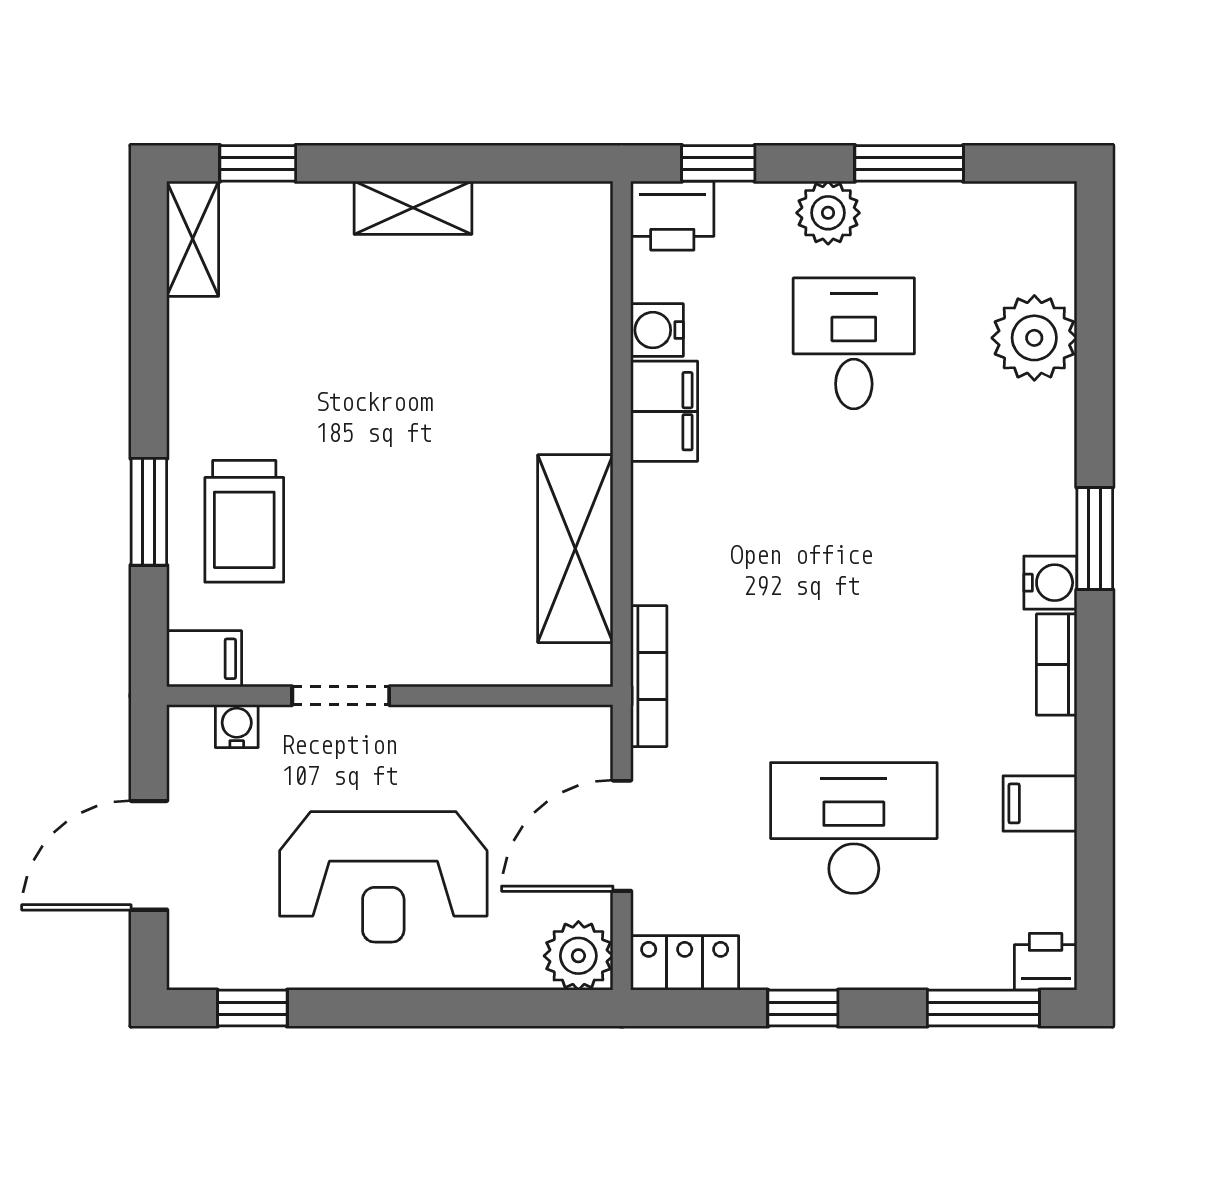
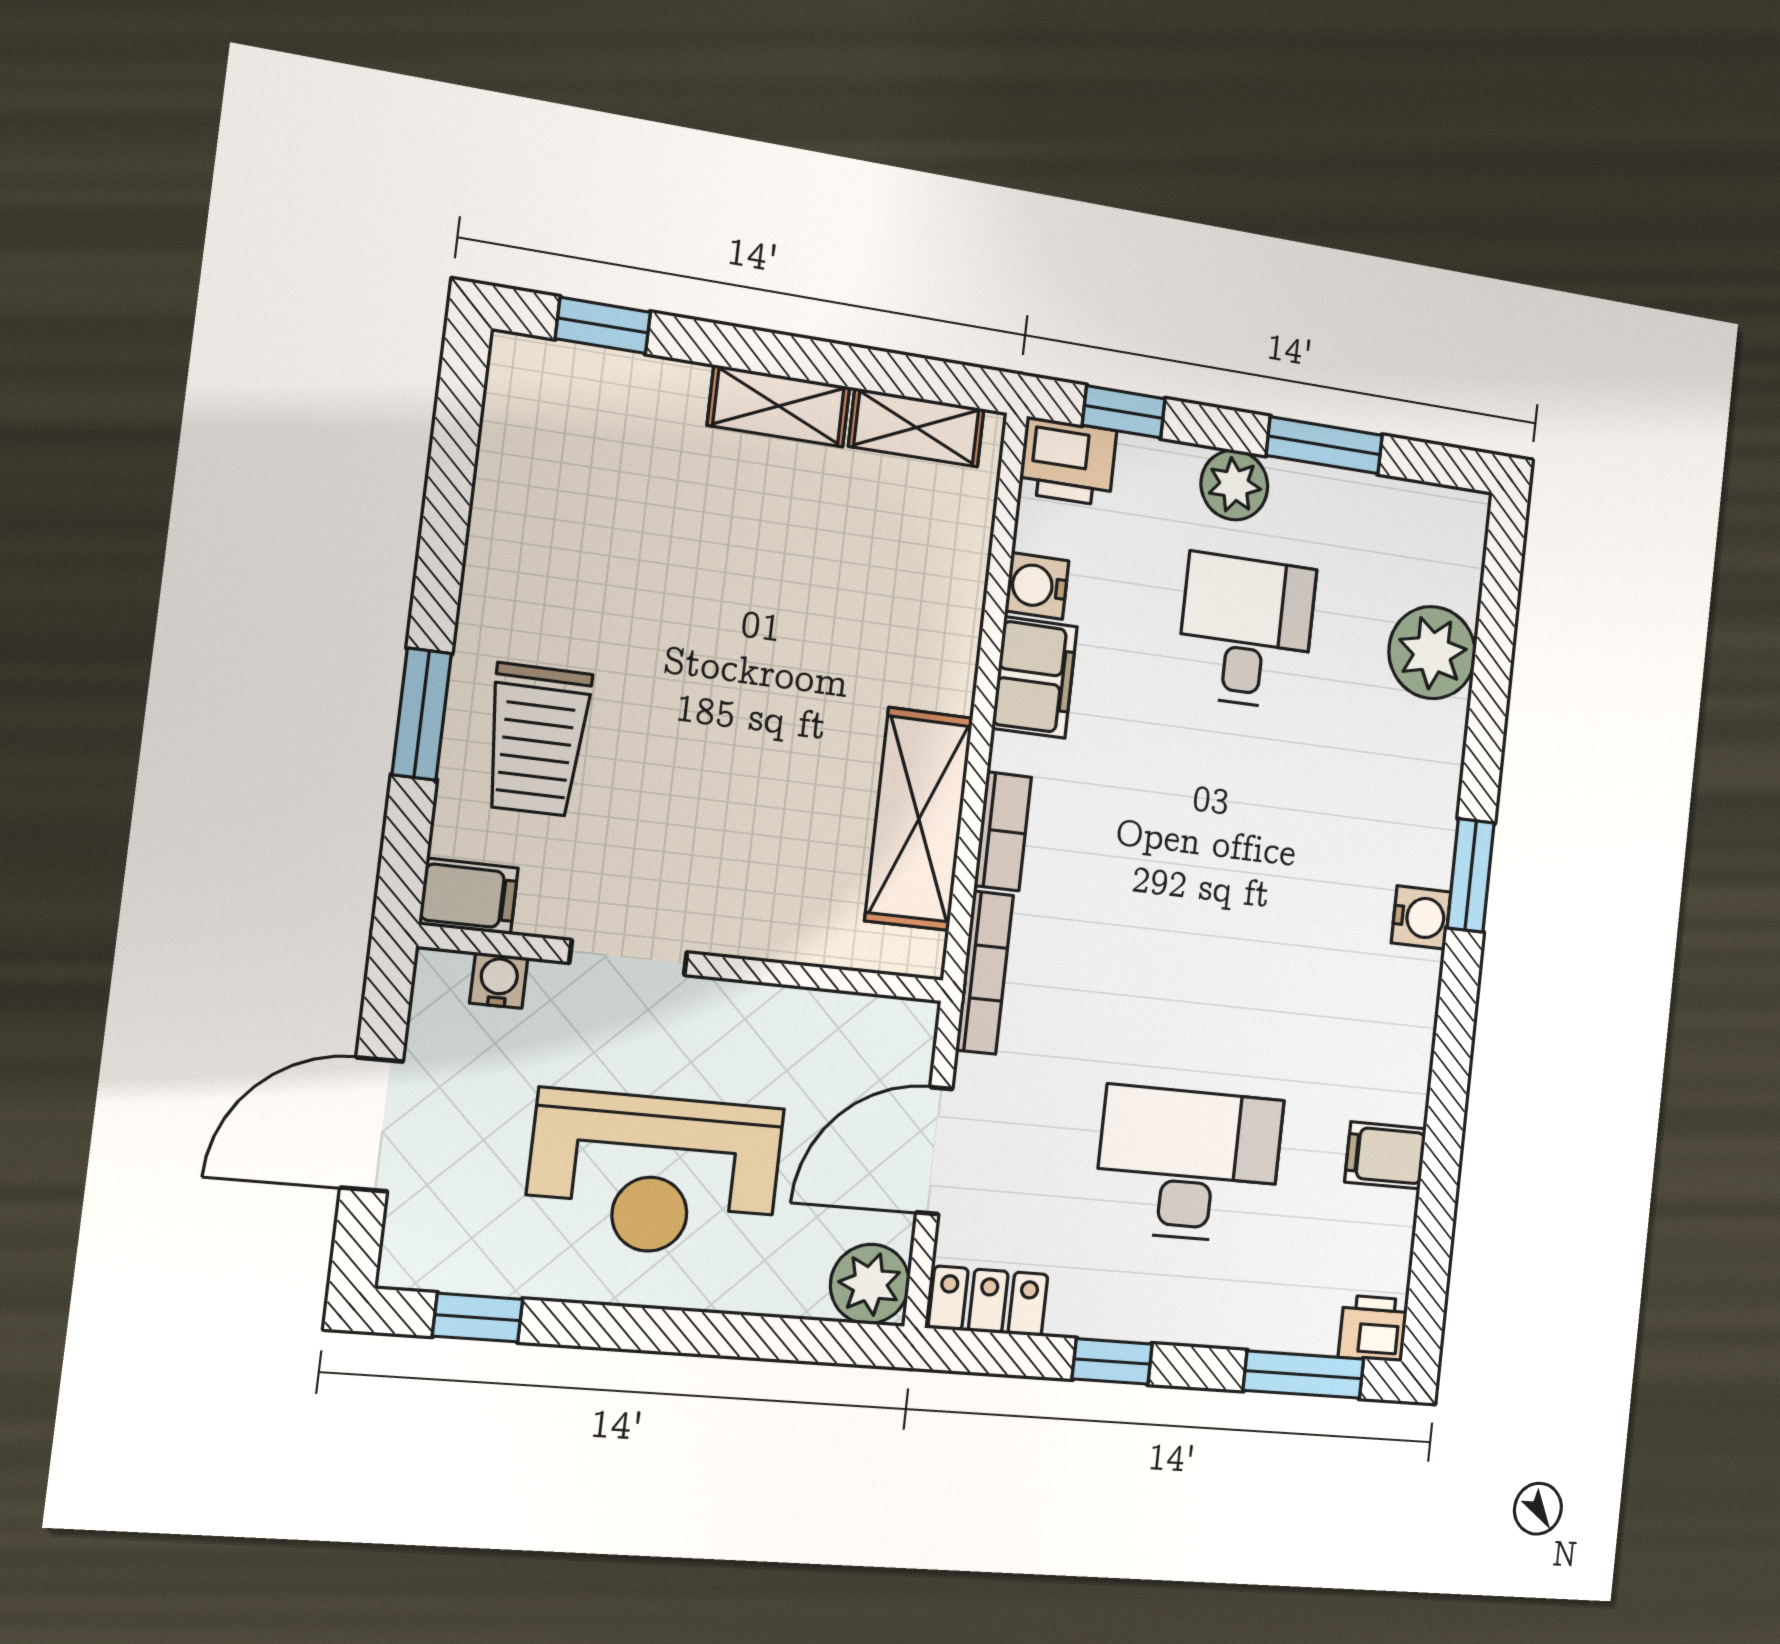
shelving: (193, 239) -> (917, 428), moved, turned 90
bookcase: (1057, 665) -> (1003, 831), moved, turned 180

